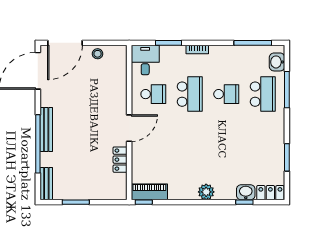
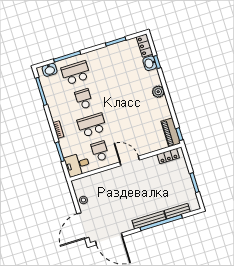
door: (65, 43) -> (83, 226), swing flipped
locker: (120, 160) -> (168, 156), moved
bench: (46, 184) -> (177, 211), moved

